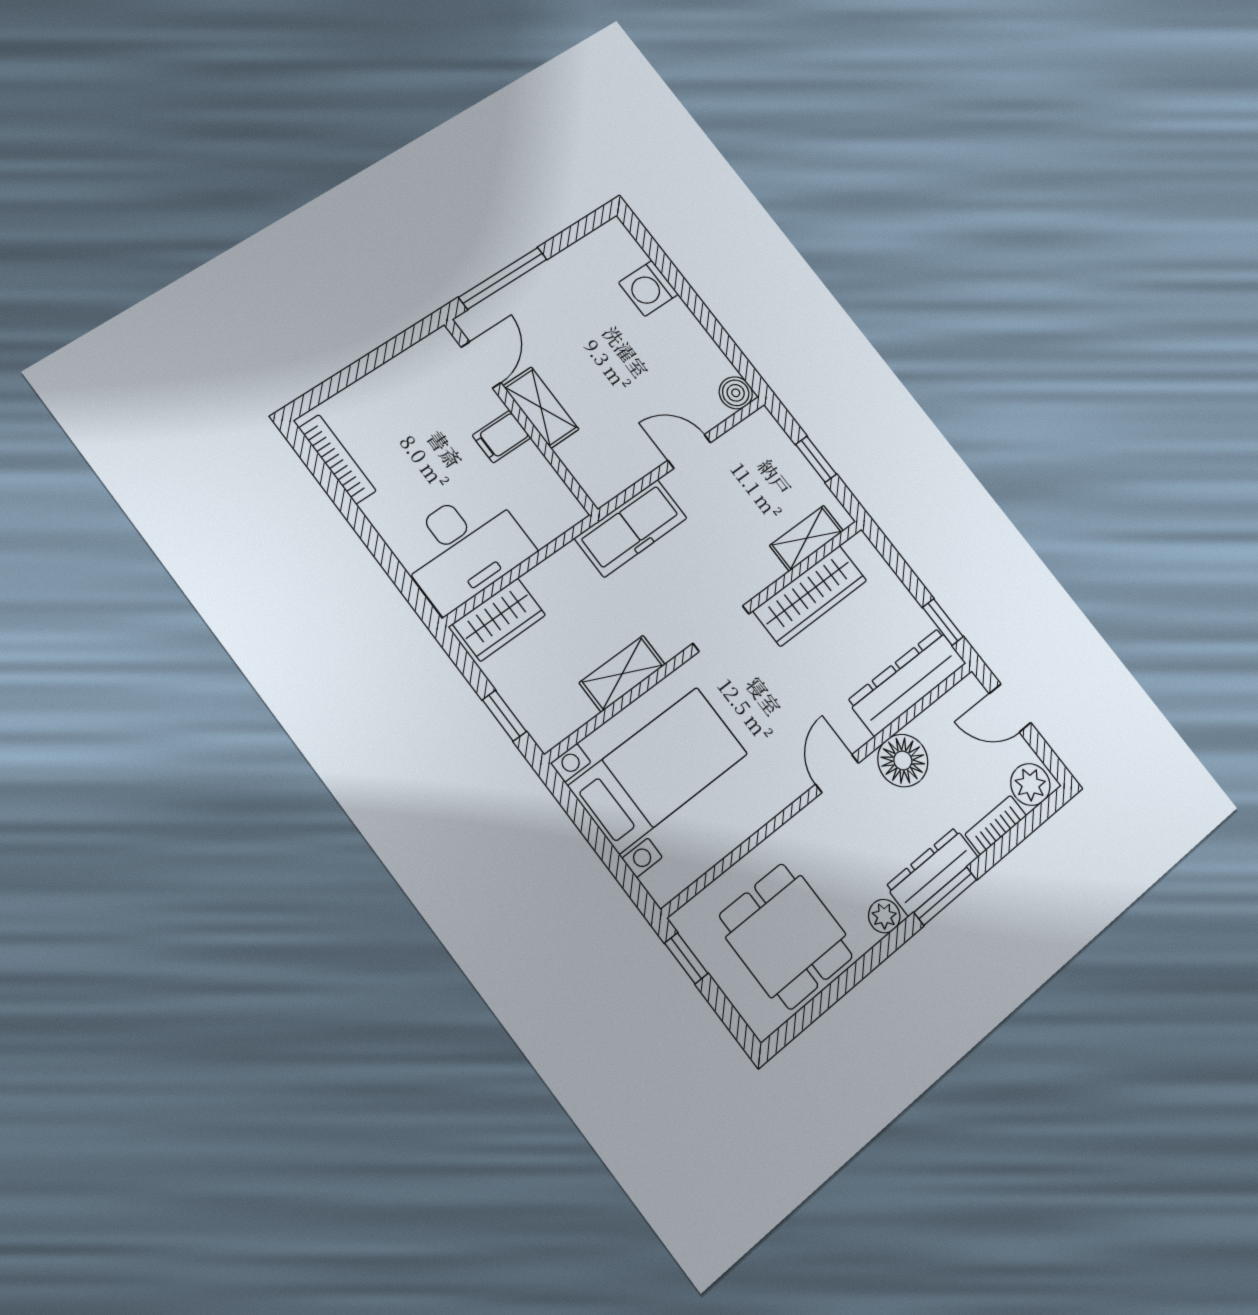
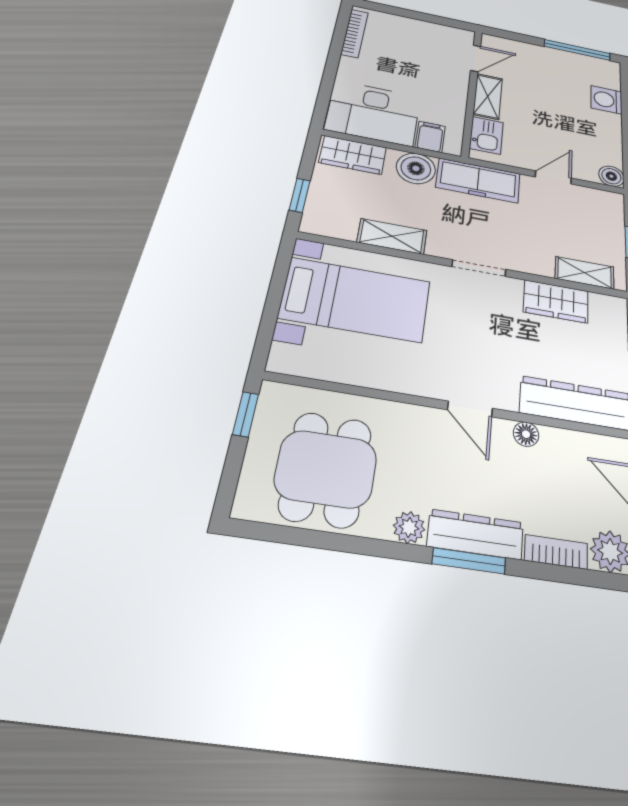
window: (503, 278) -> (577, 50), moved
filing cabinet: (502, 437) -> (430, 137), moved, turned 90
door: (689, 451) -> (553, 177), hinge flipped
kitchen sink: (587, 462) -> (486, 135), added
boiler: (567, 574) -> (416, 168), added
wardrobe: (810, 596) -> (556, 301), width x0.67
floor lamp: (903, 761) -> (526, 434), width x0.53, depth x0.53
door: (837, 774) -> (470, 409), swing flipped

